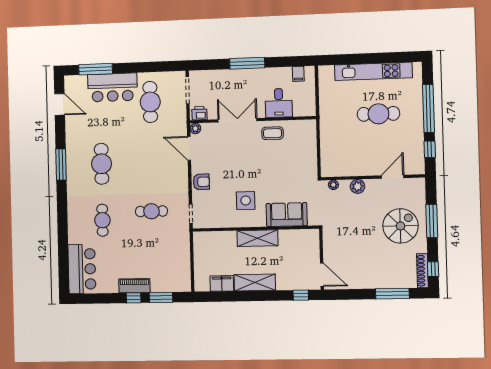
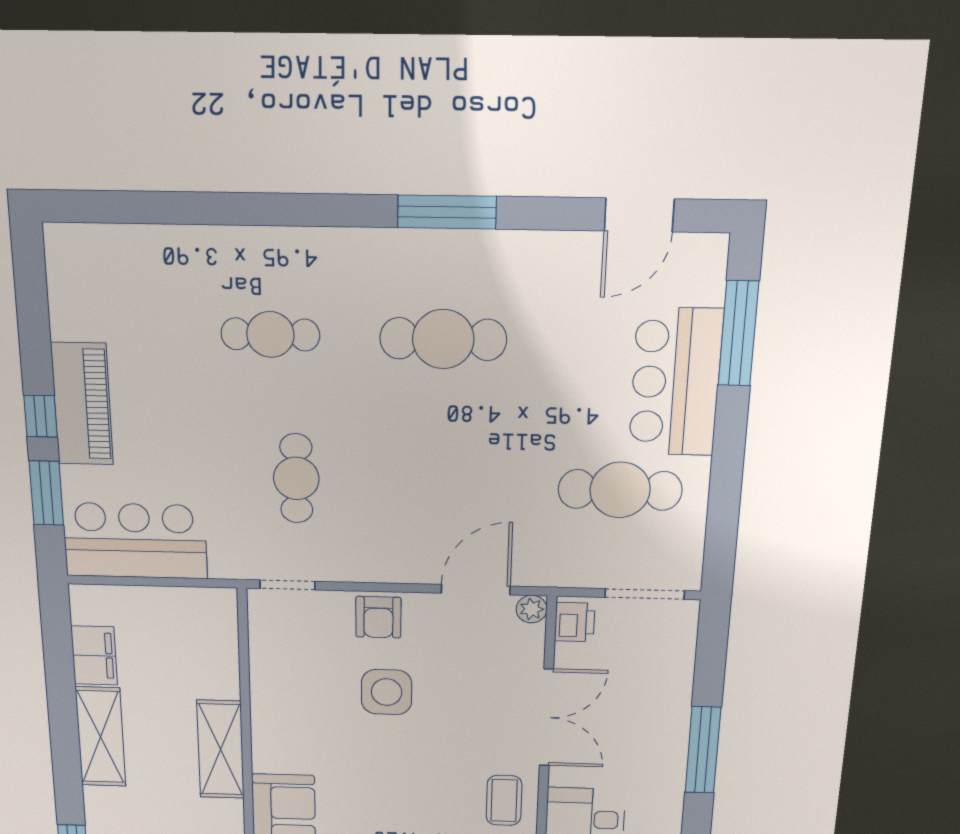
side table: (246, 201) -> (387, 692), moved
bar counter: (82, 269) -> (135, 541), moved, turned 180
piano: (134, 286) -> (82, 404), width x1.37, depth x1.33

